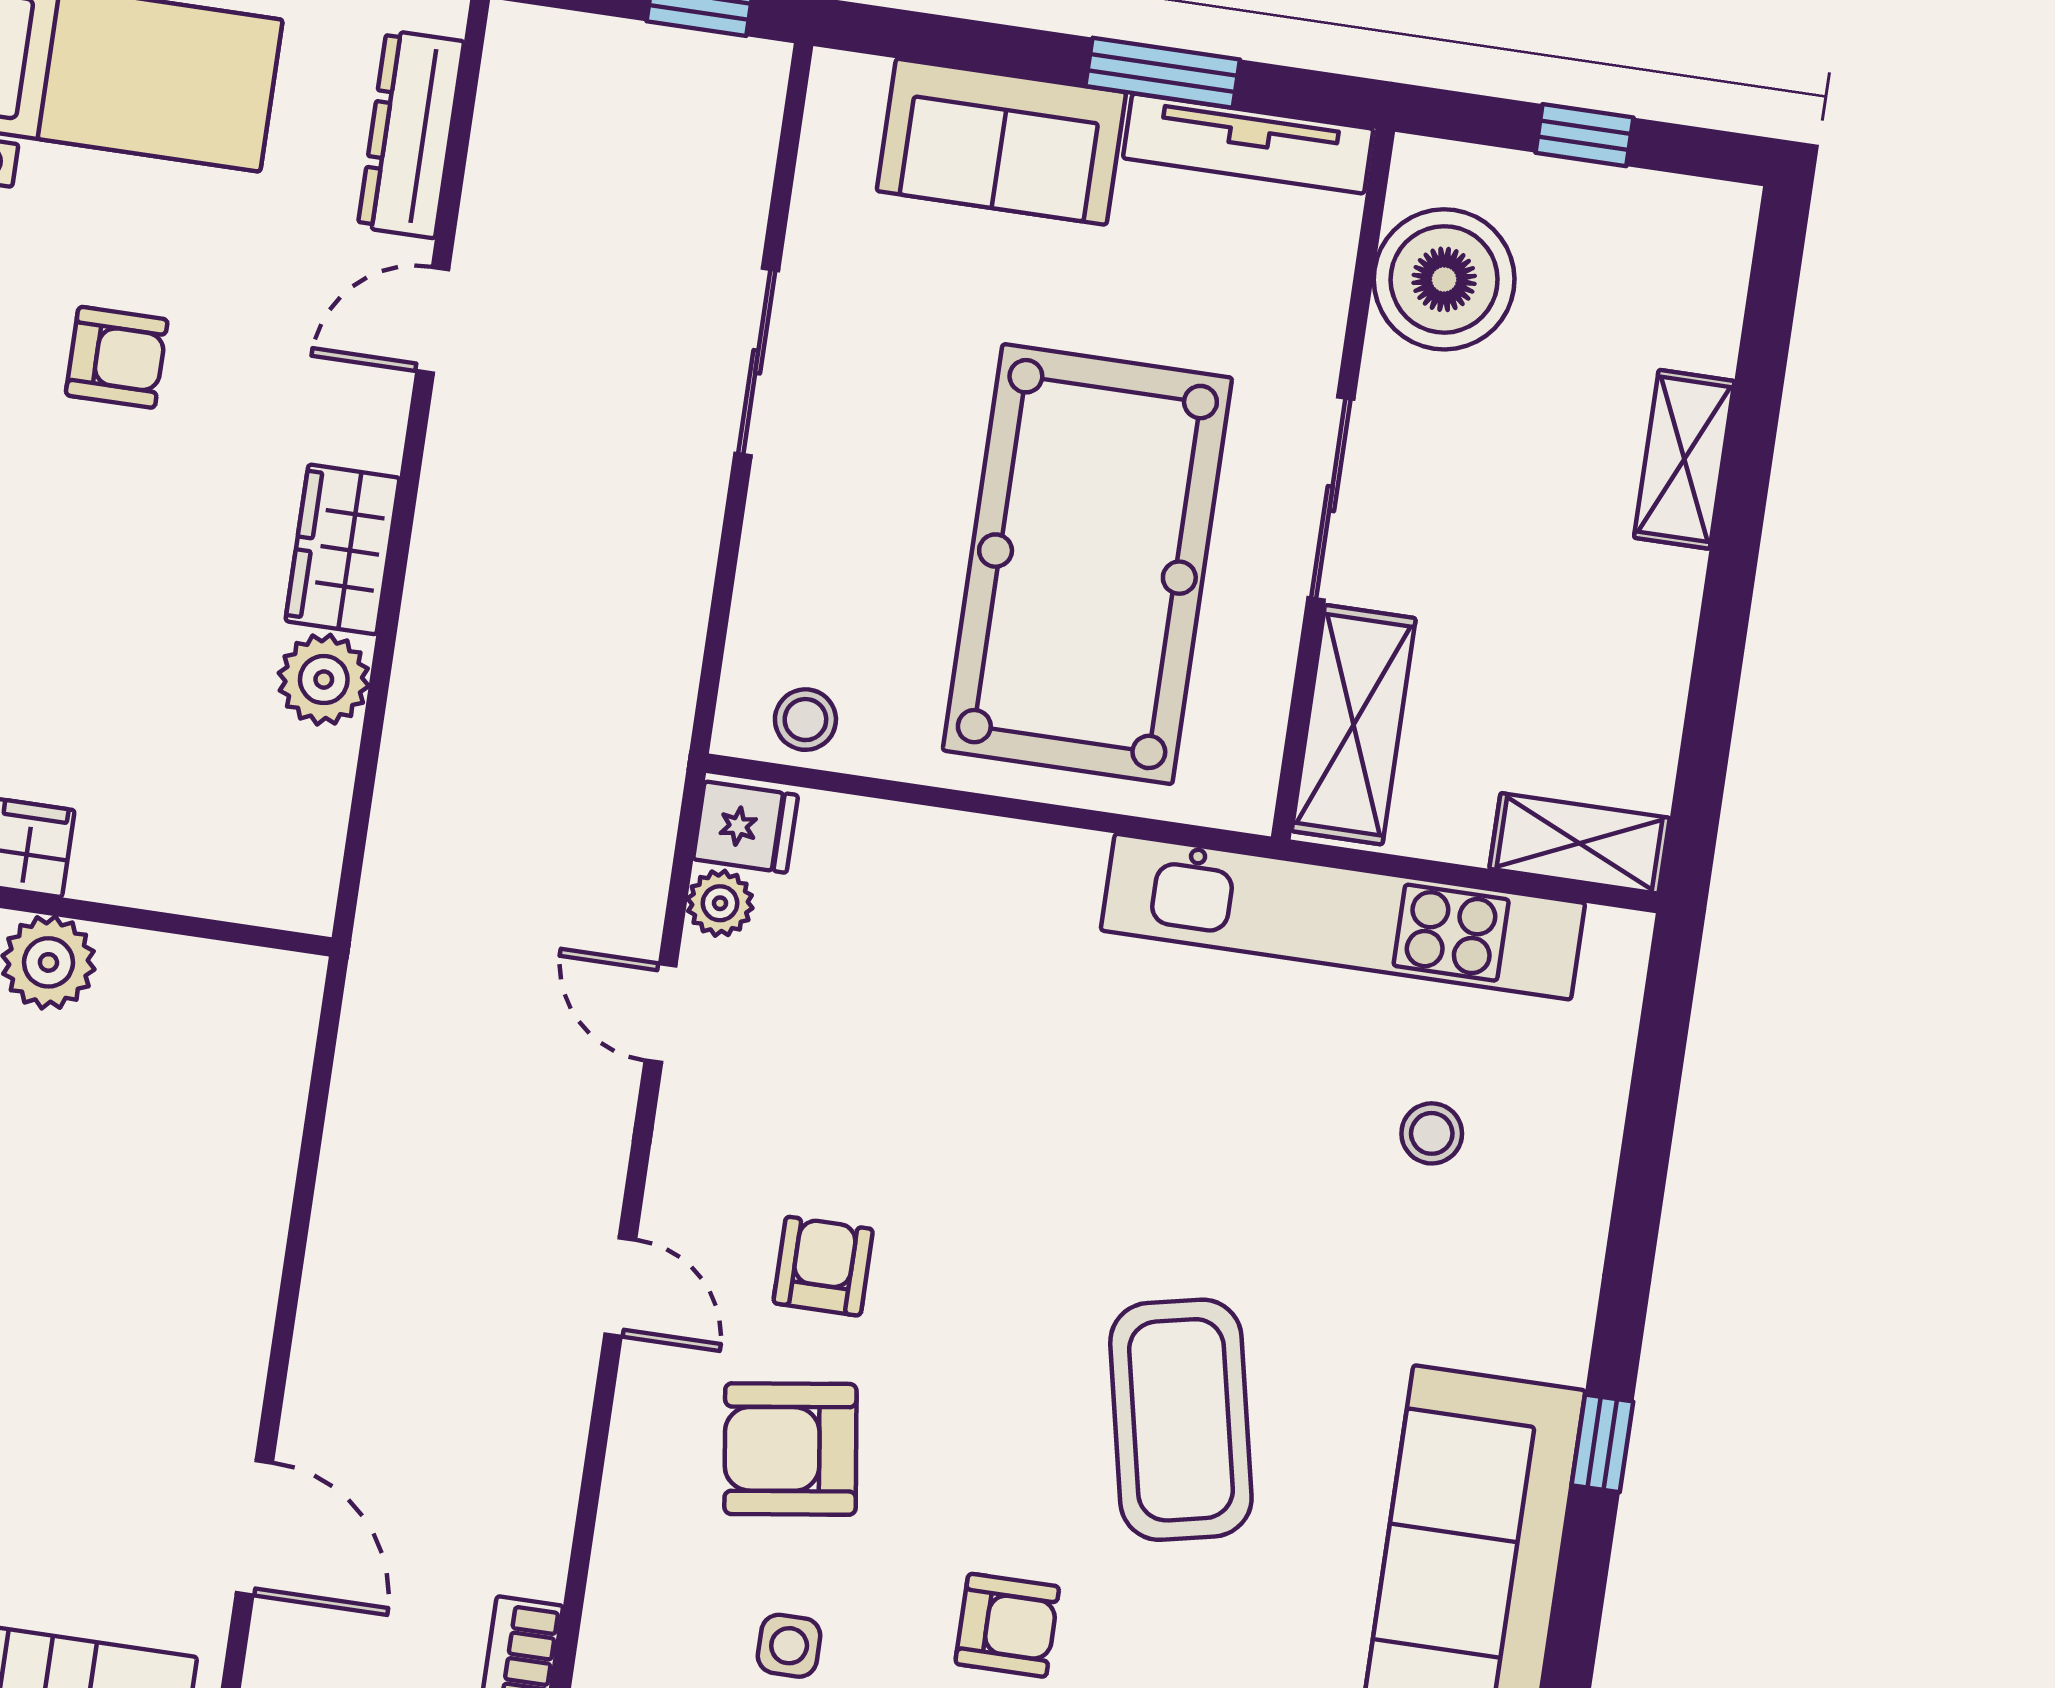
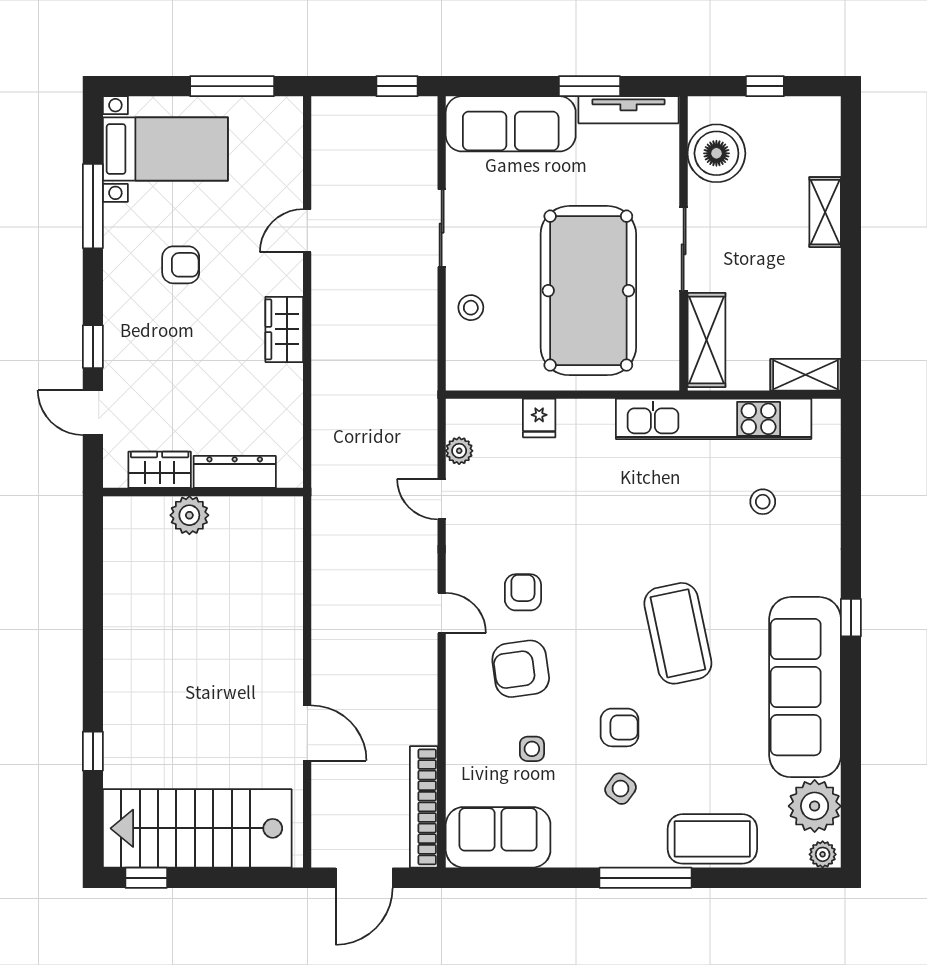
dresser: (411, 134) -> (235, 472), moved, turned 90
sofa: (1001, 142) -> (511, 124), width x1.36
plant: (324, 680) -> (284, 384), removed
stool: (805, 720) -> (471, 308), moved
fridge: (746, 827) -> (539, 418), moved, turned 90

